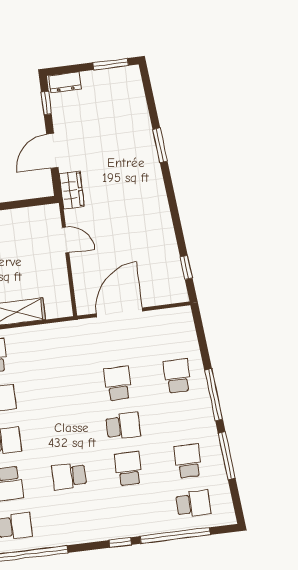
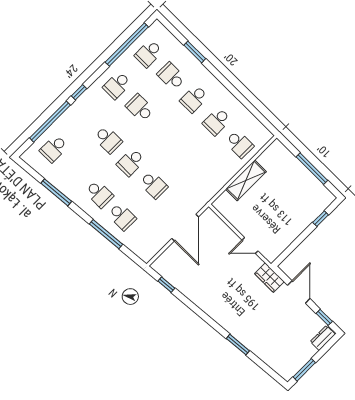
window: (214, 395) -> (106, 234), moved
school desk: (188, 461) -> (99, 194), moved
school desk: (69, 476) -> (140, 108), turned -90
school desk: (74, 519) -> (117, 85), added

